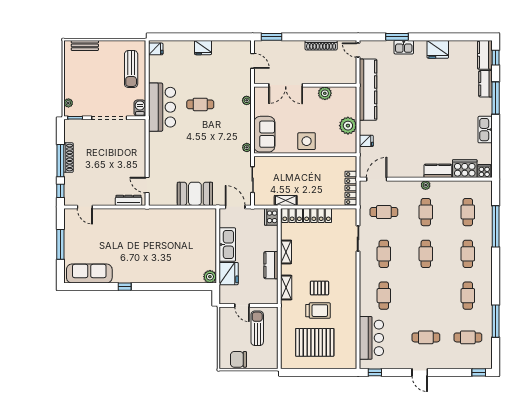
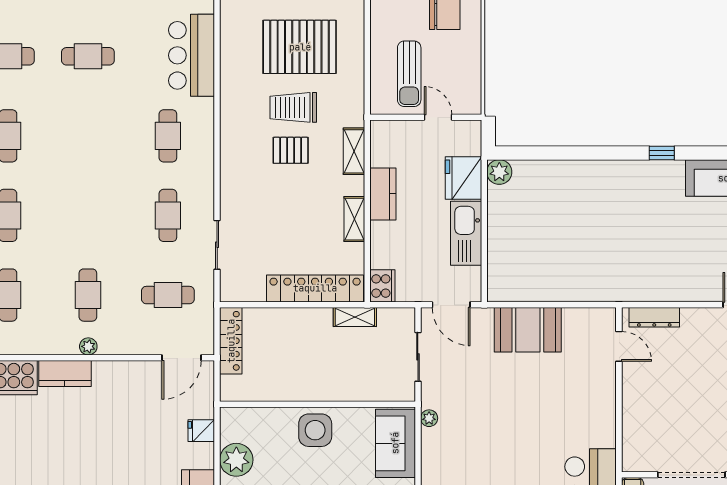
cafe table: (426, 254) -> (88, 215), removed

